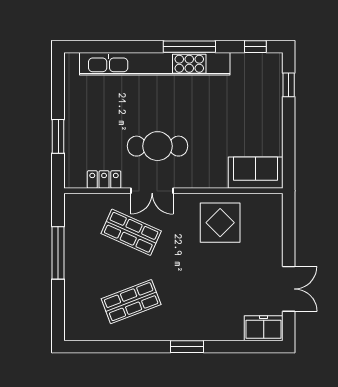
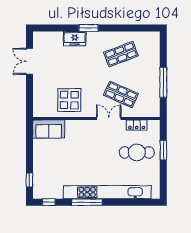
cafe table: (158, 146) -> (137, 152), moved
freezer: (264, 328) -> (75, 39), moved

